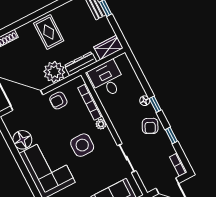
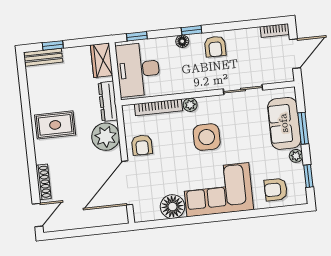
desk: (107, 79) -> (138, 69), width x1.37
armchair: (150, 126) -> (215, 47), turned 64
window: (171, 135) -> (137, 36), moved

